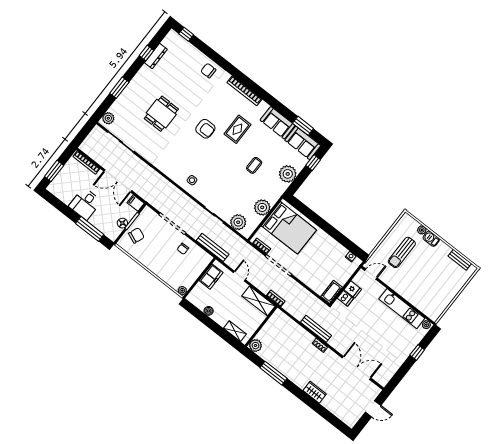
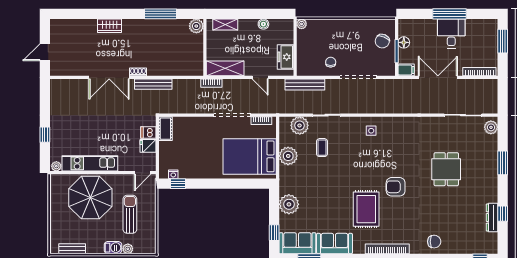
rug: (237, 129) -> (366, 209), width x1.36, depth x1.43
coffee table: (254, 165) -> (322, 148), moved
window: (90, 229) -> (449, 14), moved
window: (352, 248) -> (178, 184), added
parasol: (420, 285) -> (90, 198), added
double door: (356, 368) -> (109, 77), moved

